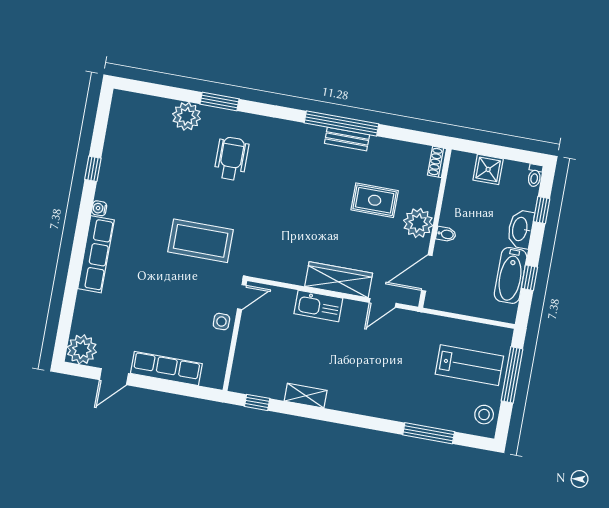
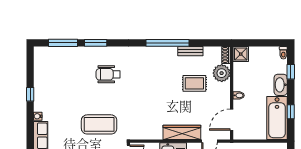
window: (164, 92) -> (63, 43), added
plant: (186, 116) -> (78, 55), removed
bench: (347, 139) -> (190, 51), moved
wheelchair: (231, 159) -> (108, 74), turned -90
shower: (488, 169) -> (241, 54), moved
plant: (418, 223) -> (222, 73), moved
bathtub: (511, 275) -> (277, 118), width x1.36, depth x1.36

